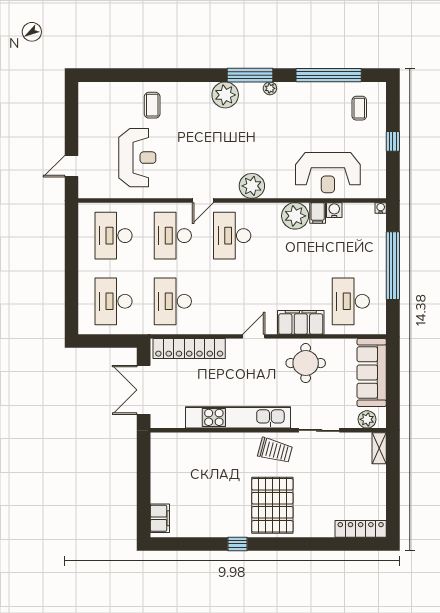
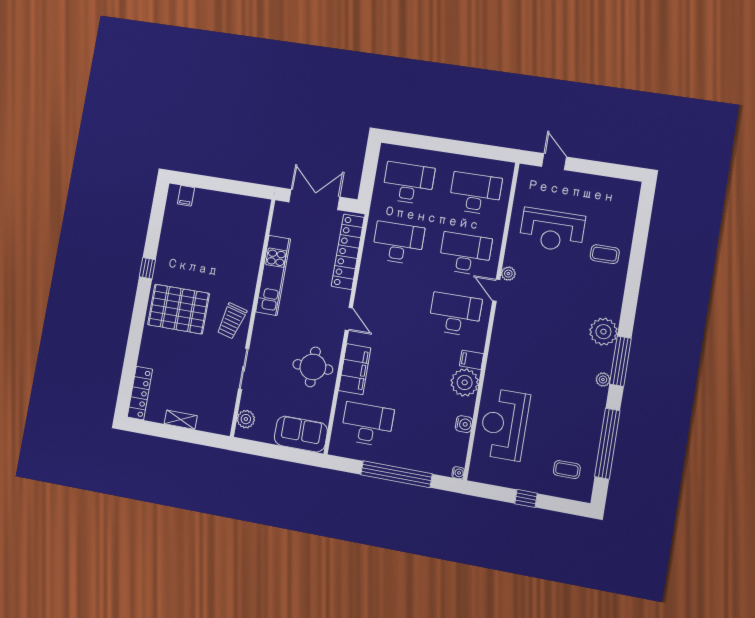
plant: (252, 186) -> (508, 274), moved, width x0.53, depth x0.53
filing cabinet: (318, 213) -> (472, 360), moved
sofa: (372, 372) -> (301, 434), width x0.73
kitchen unit: (238, 417) -> (273, 275), width x0.73
shelving: (379, 448) -> (181, 420), moved
filing cabinet: (160, 518) -> (186, 196), width x0.50

